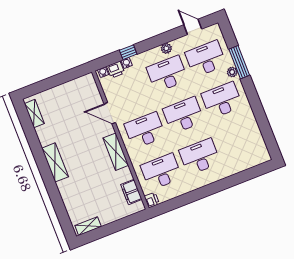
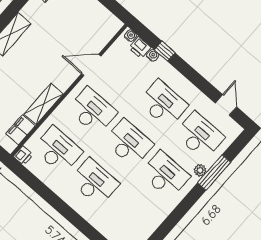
plant: (166, 48) -> (189, 89), removed
door: (110, 113) -> (91, 65), hinge flipped
shelving: (116, 152) -> (44, 104), moved

